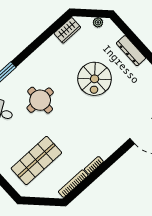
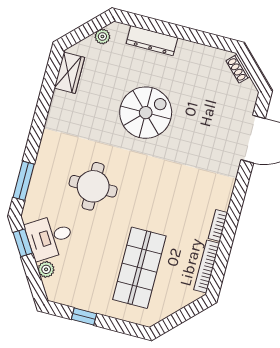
dresser: (131, 51) -> (152, 41), moved
spiral stairs: (95, 79) -> (146, 113), turned -90

